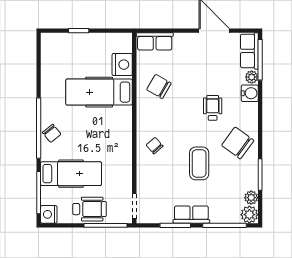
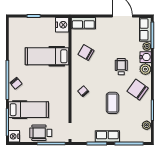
nightstand: (122, 65) -> (62, 25), moved
wheelchair: (89, 209) -> (41, 133), turned 180
plant: (249, 215) -> (145, 69), moved

